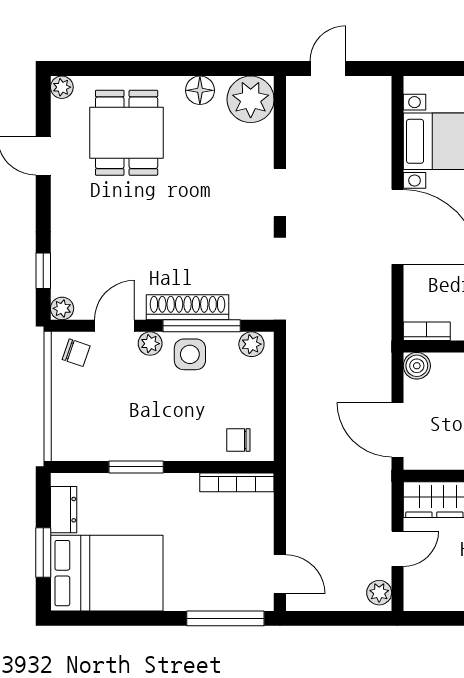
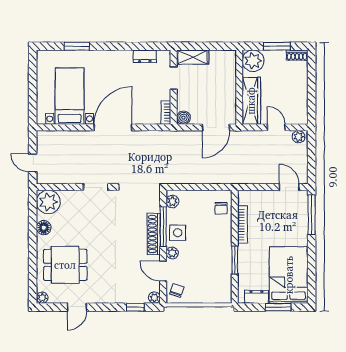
bookcase: (237, 482) -> (243, 225), moved
door: (280, 574) -> (289, 187), hinge flipped

